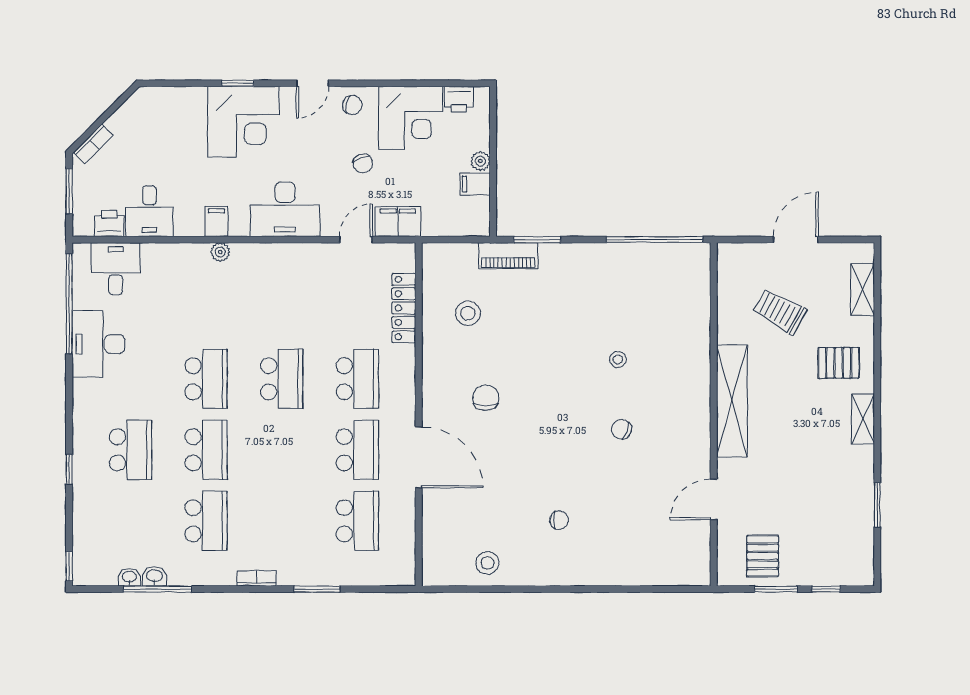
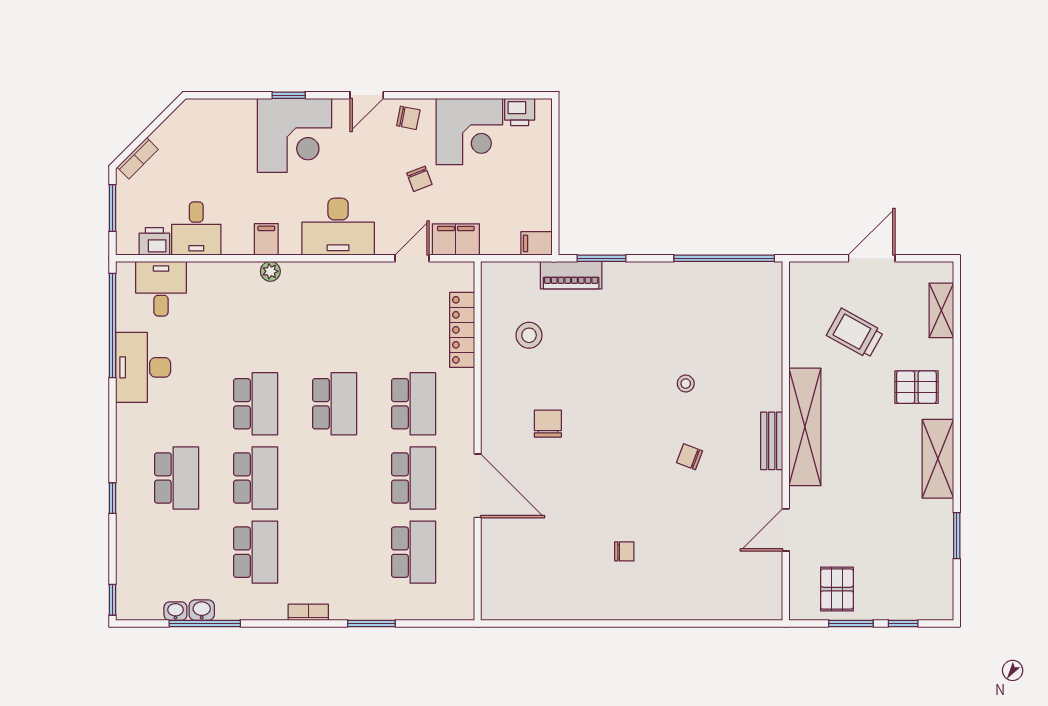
plant: (480, 161) -> (542, 176), removed
filing cabinet: (475, 184) -> (537, 243), moved
bench: (700, 414) -> (772, 441), added
shelving: (863, 419) -> (938, 459), width x1.50, depth x1.33
stool: (487, 563) -> (549, 596), removed

